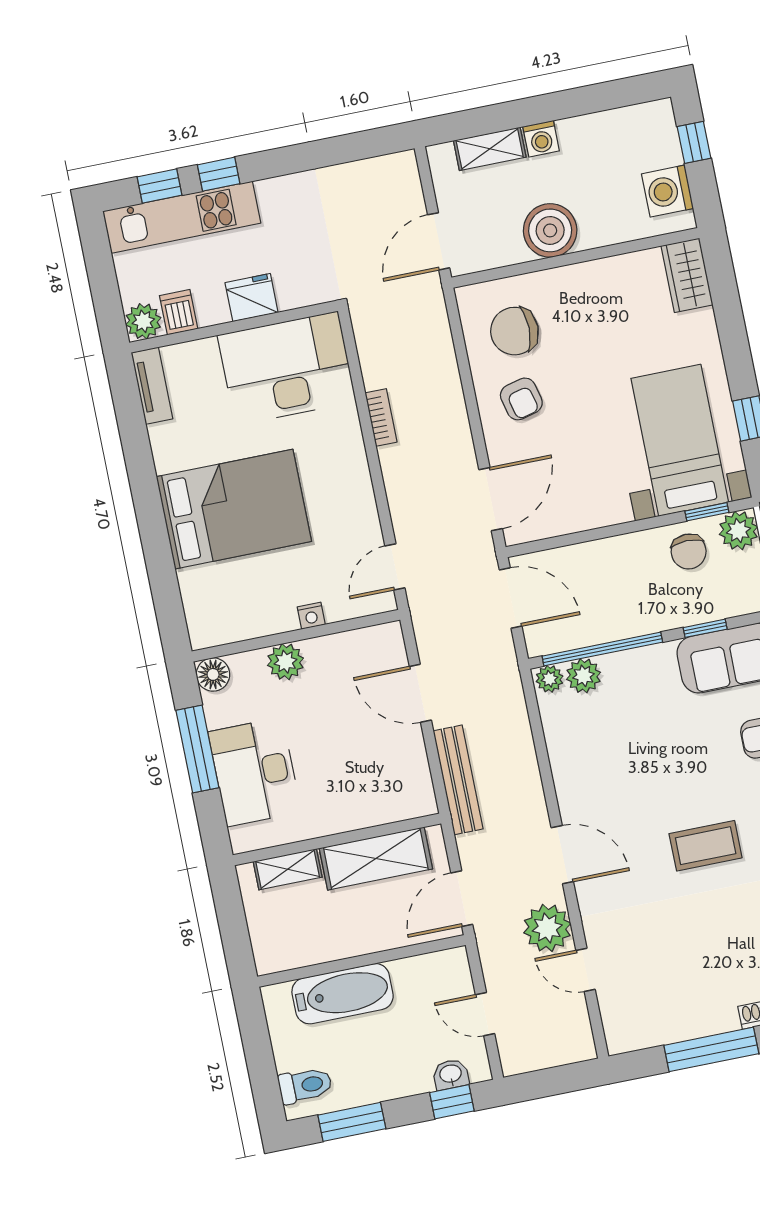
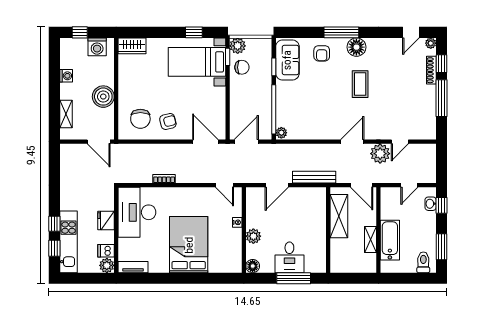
washing machine: (541, 139) -> (66, 76), moved
plant: (584, 676) -> (283, 119), removed
window: (197, 749) -> (294, 278), moved
desk: (255, 772) -> (289, 257), width x0.73
shelving: (288, 869) -> (370, 239), moved

